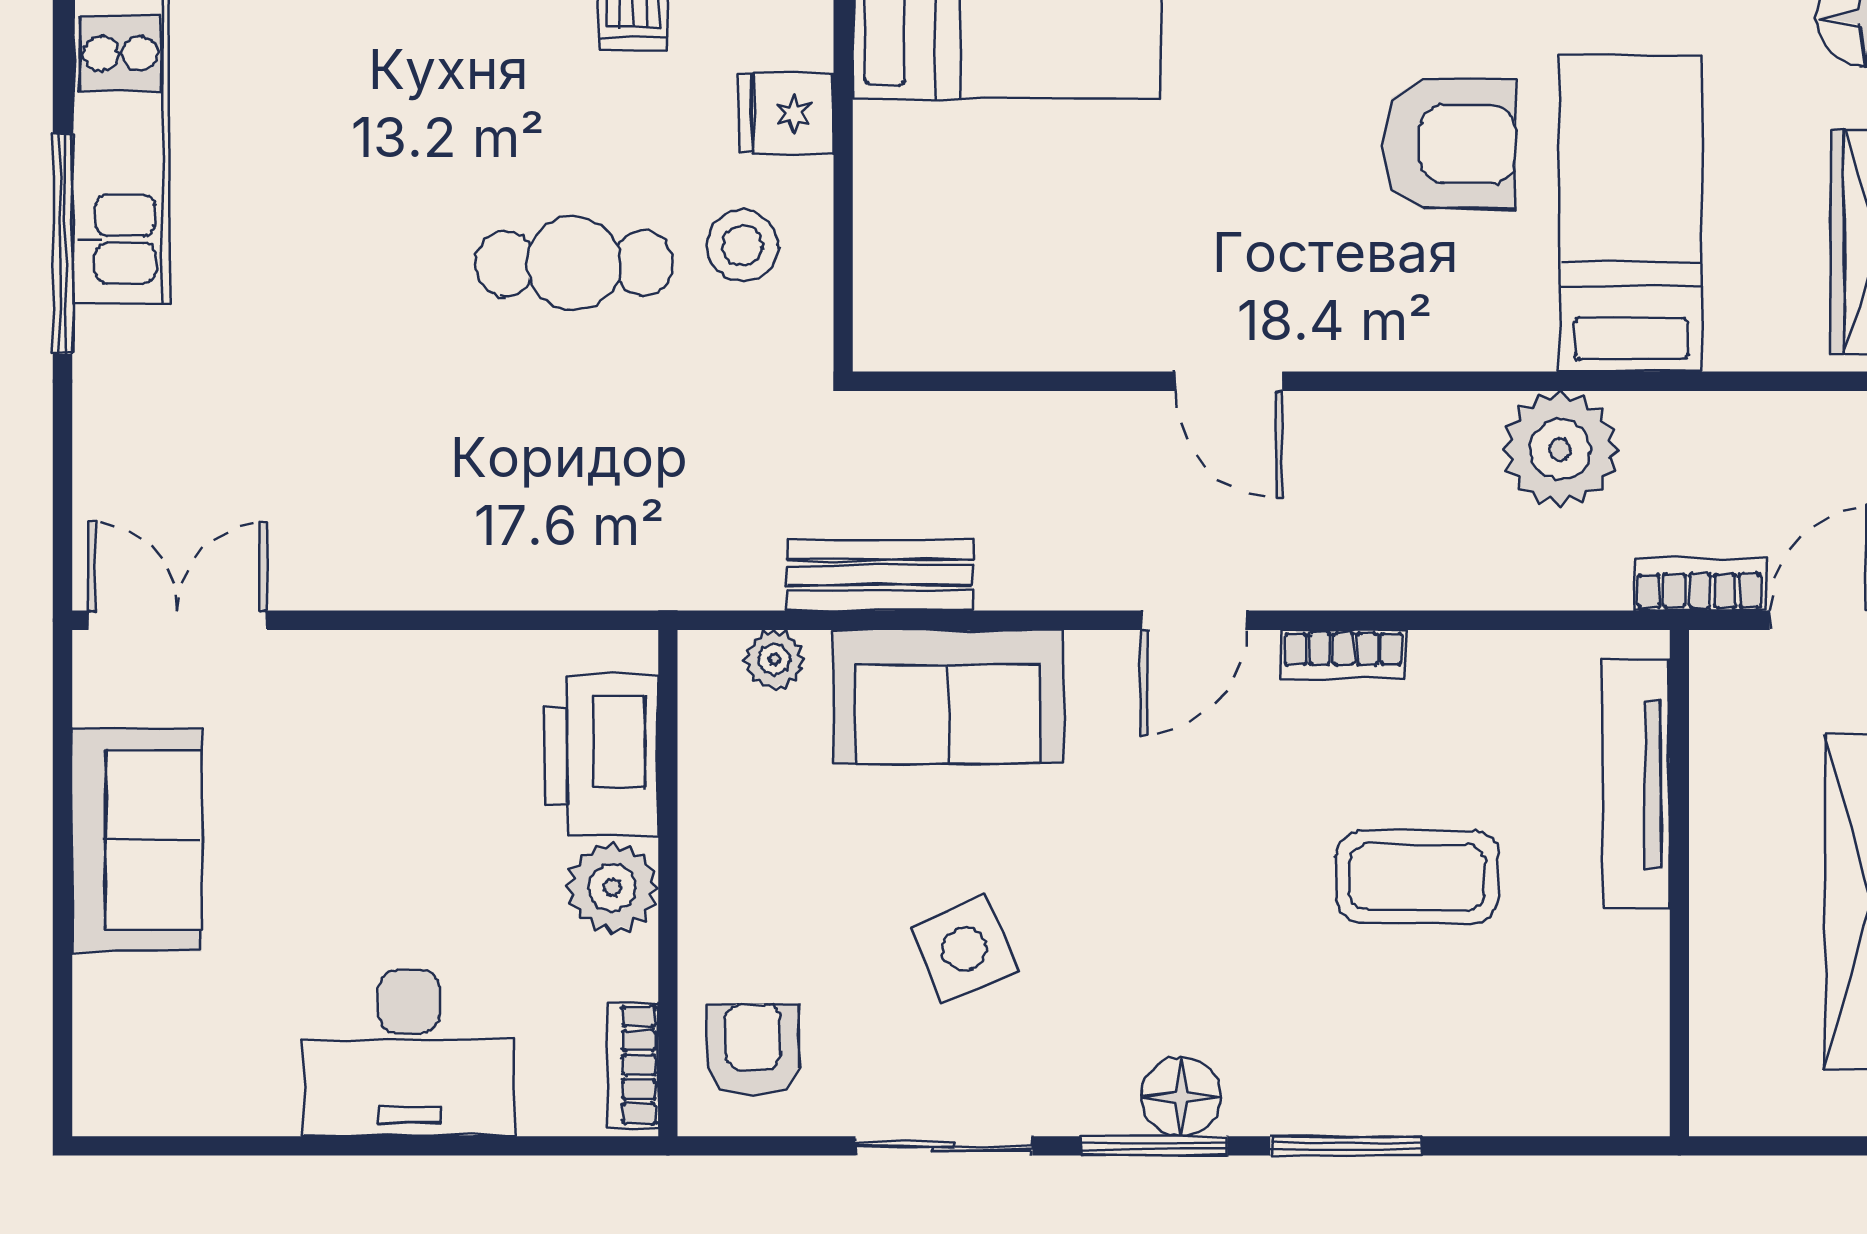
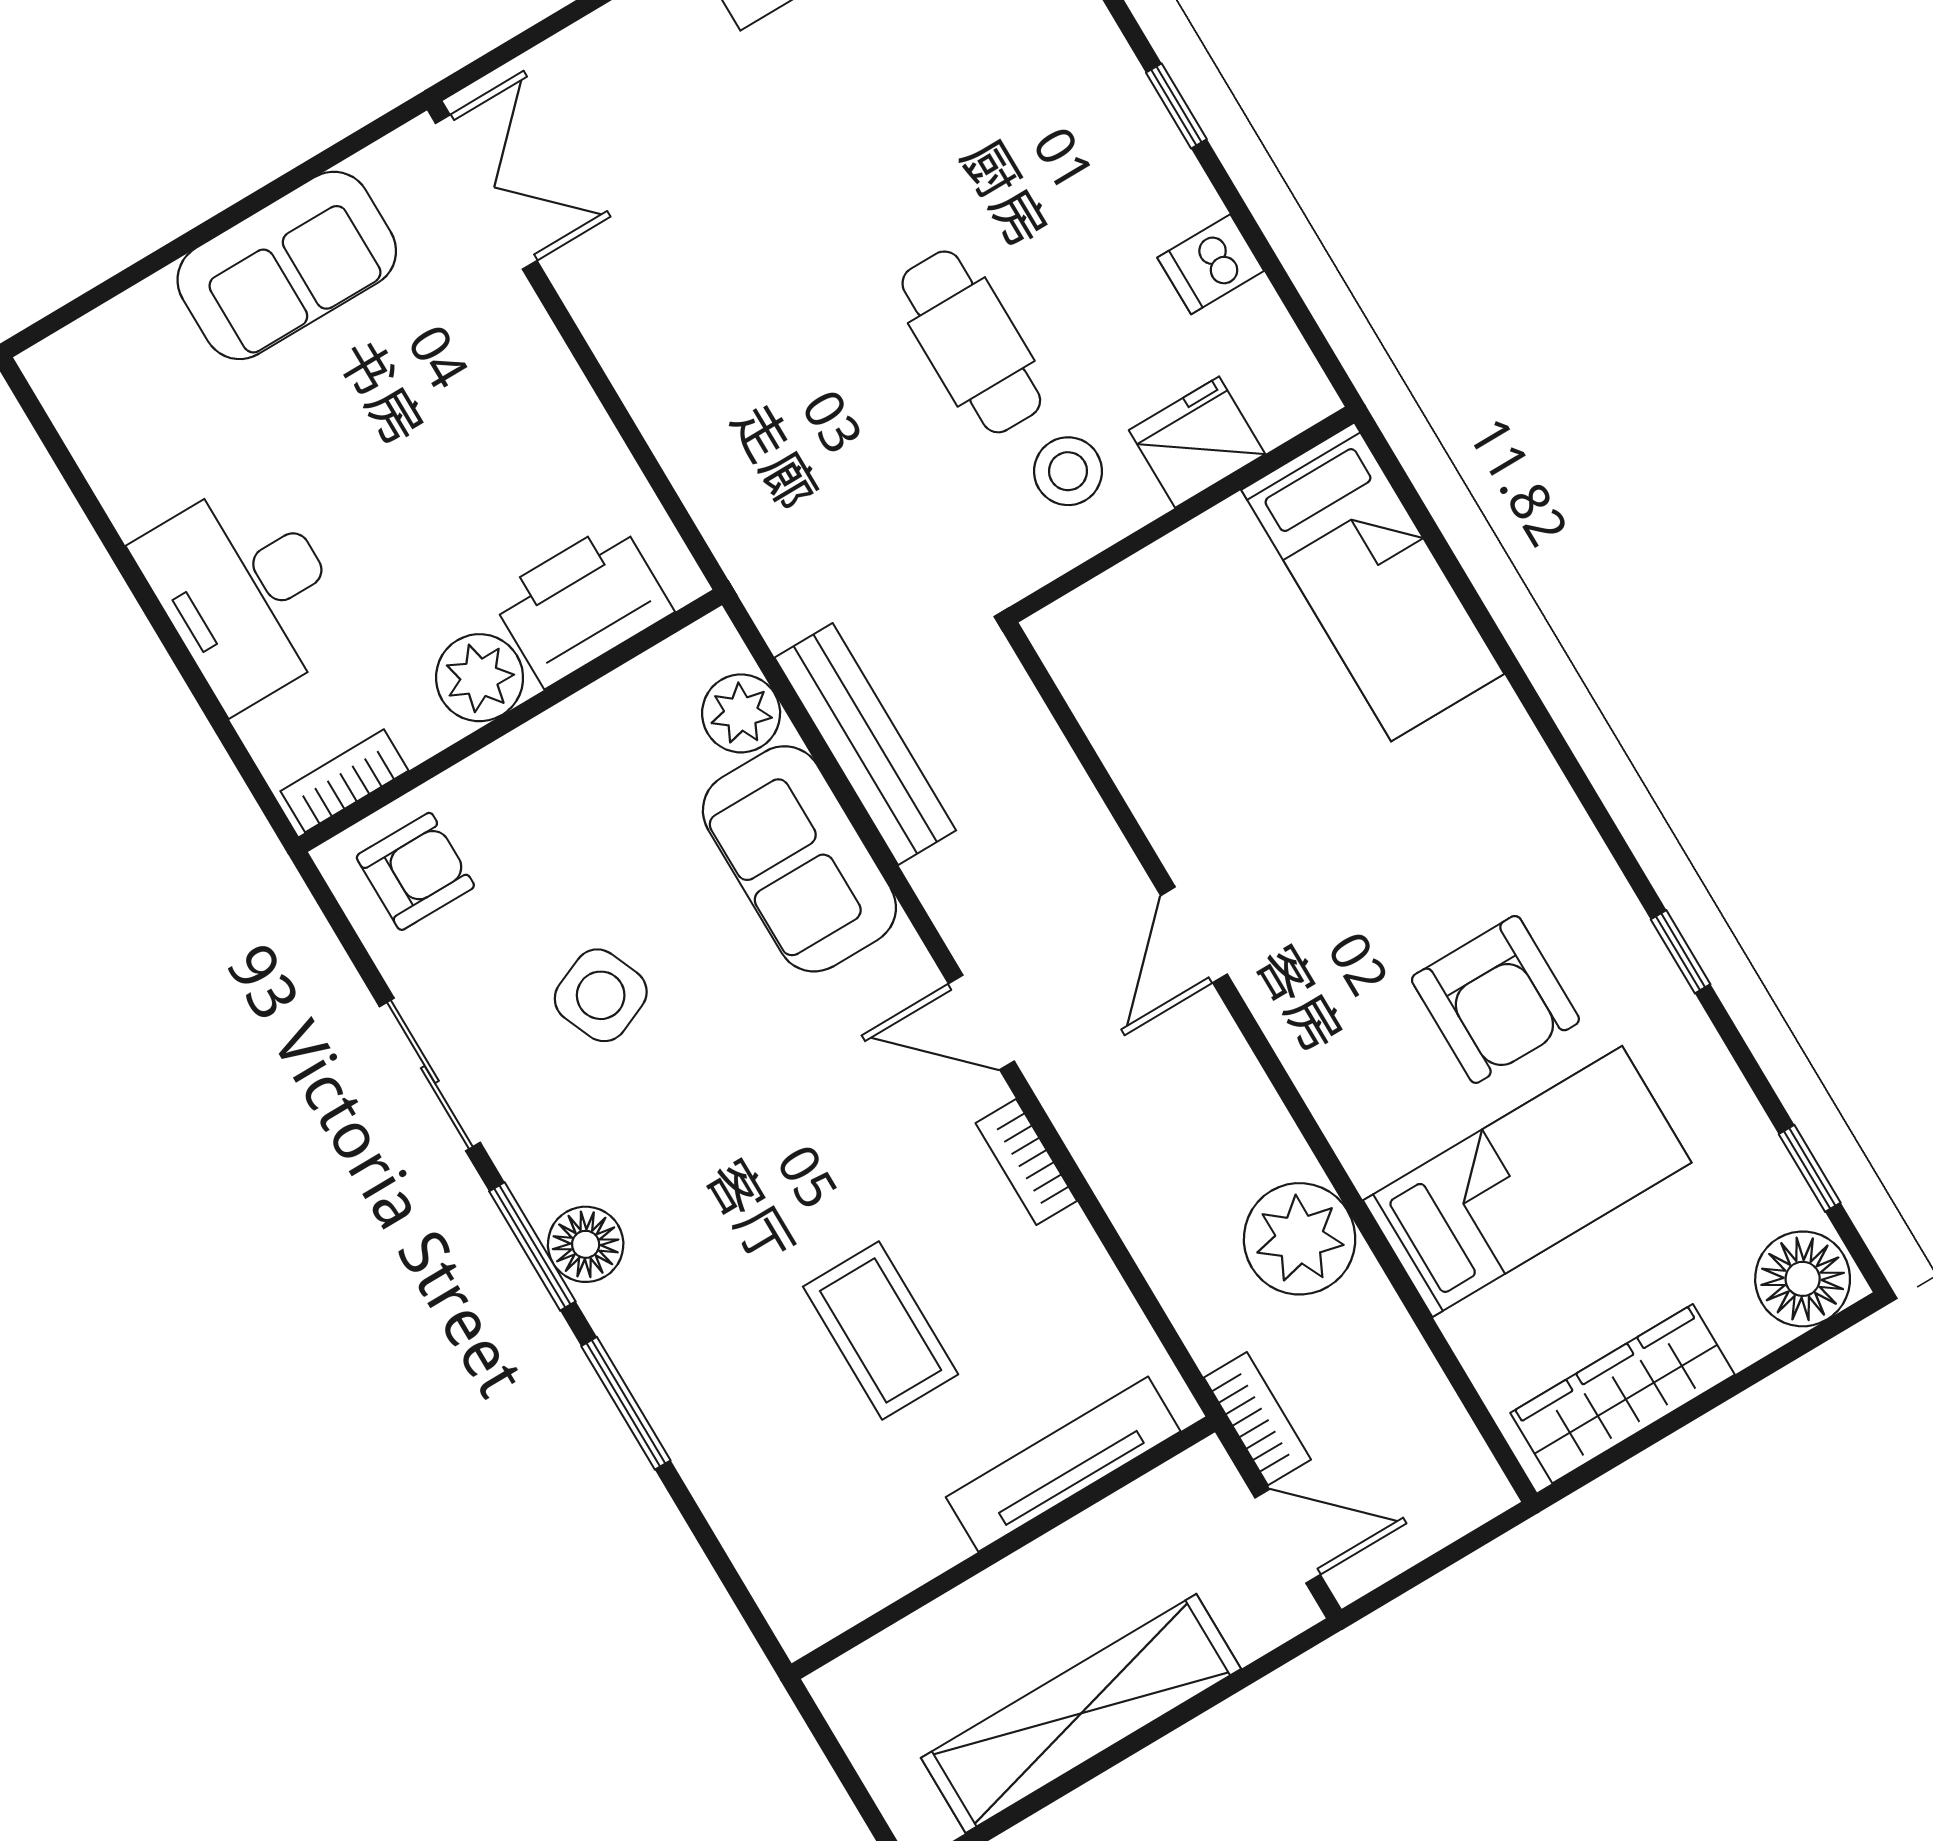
fridge: (786, 113) -> (1197, 442), width x1.38
bench: (880, 575) -> (865, 744), width x1.36
plant: (774, 660) -> (741, 713), width x1.38, depth x1.38

